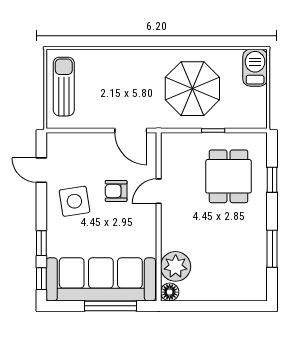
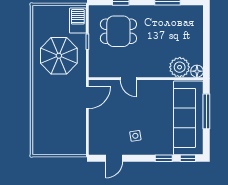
barbecue: (255, 68) -> (78, 21), moved, turned 90
sun lounger: (64, 87) -> (58, 143), removed
armchair: (116, 191) -> (128, 108), removed
side table: (74, 201) -> (135, 136), width x0.54, depth x0.54

